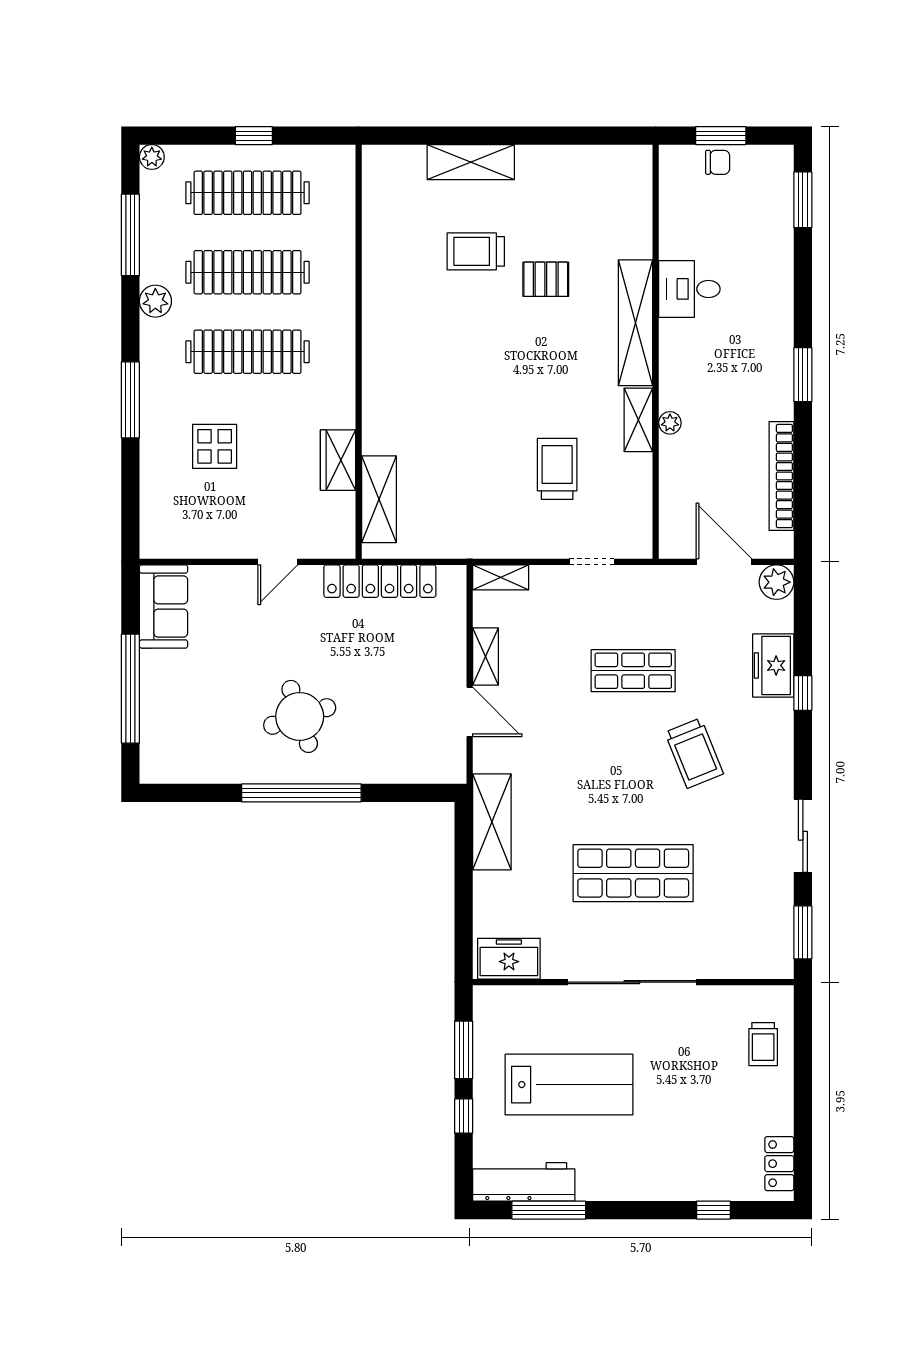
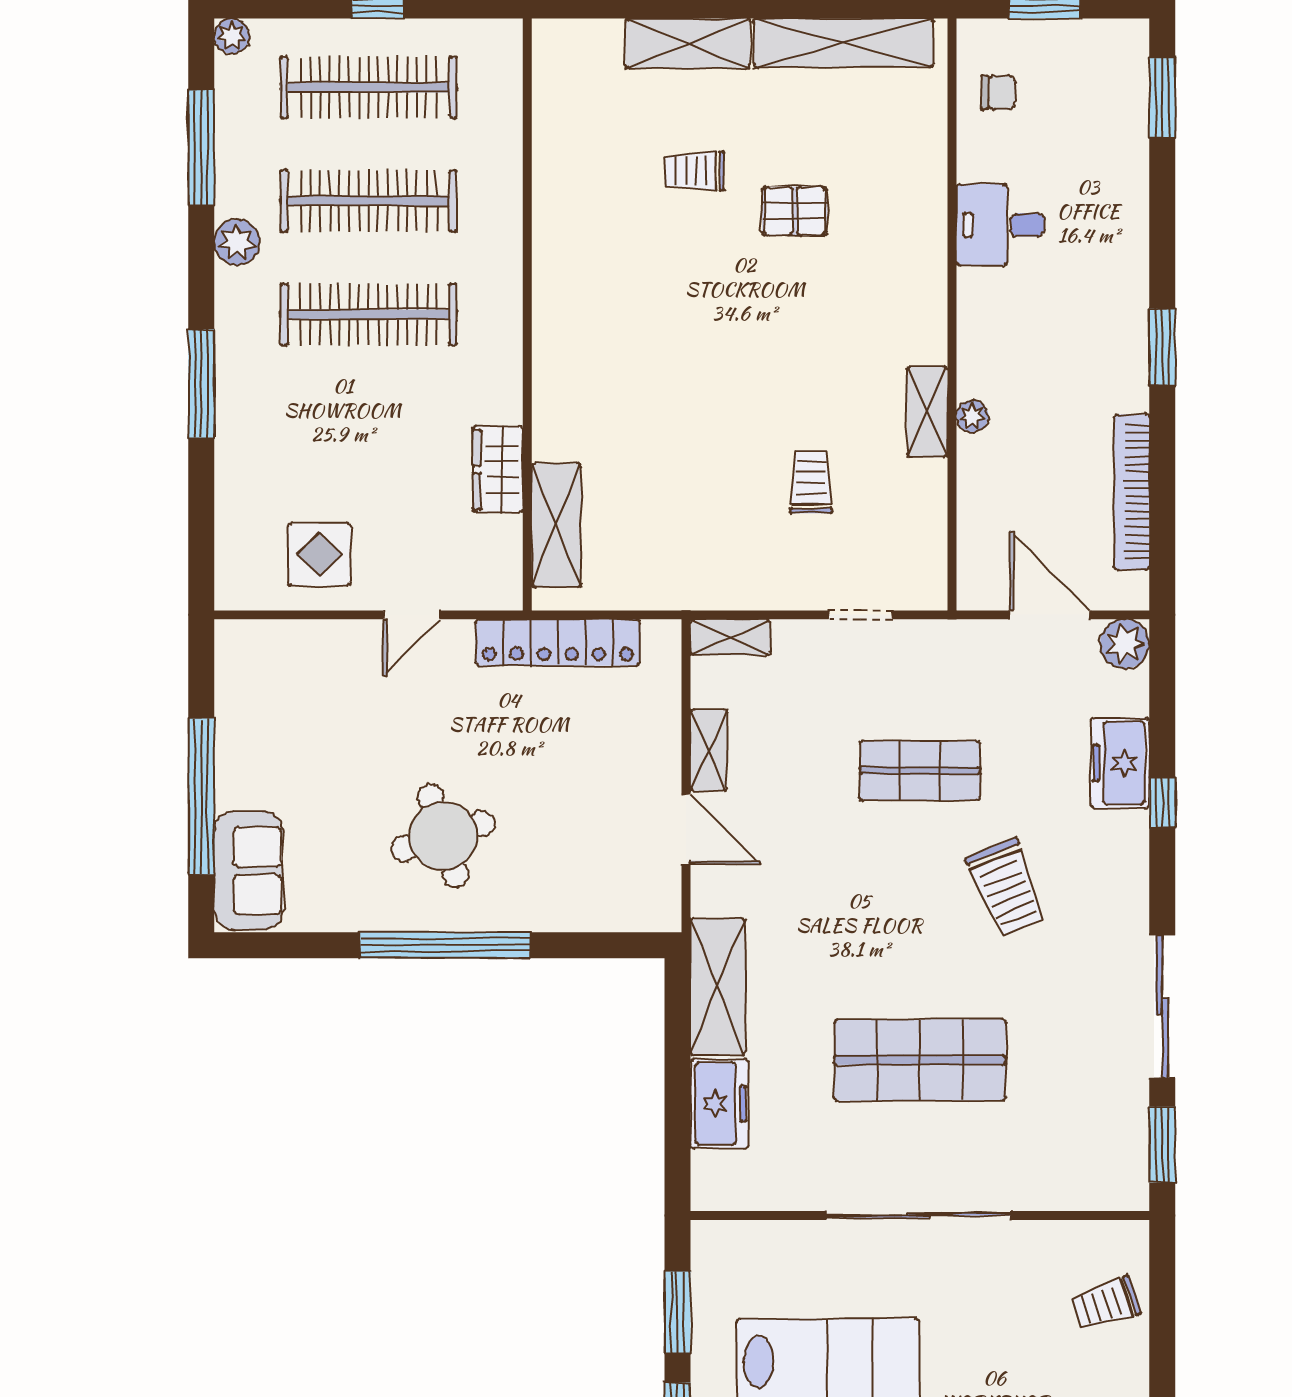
chair: (718, 162) -> (998, 92), moved
trolley: (476, 251) -> (695, 171), width x0.73, depth x0.72
shelving: (636, 323) -> (843, 43), moved, turned 90
display table: (215, 446) -> (319, 554), moved
trolley: (557, 469) -> (811, 482), width x0.73, depth x0.72
sofa: (164, 606) -> (248, 871), moved
sliding door: (803, 836) -> (1162, 1006), width x1.37
freezer: (509, 959) -> (719, 1103), moved, turned 90
trolley: (763, 1044) -> (1106, 1304), turned 71

